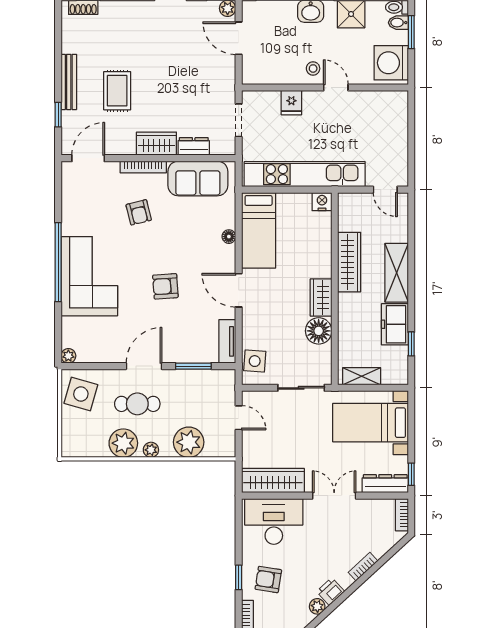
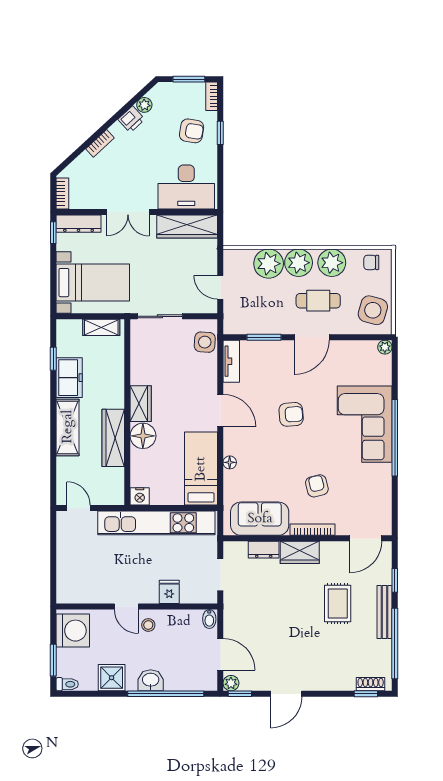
bidet: (398, 23) -> (209, 619), moved, turned 90
window: (58, 49) -> (395, 644), added
floor lamp: (319, 331) -> (143, 436), moved
chair: (82, 443) -> (371, 262), added
plant: (151, 450) -> (299, 263), width x1.87, depth x1.87

